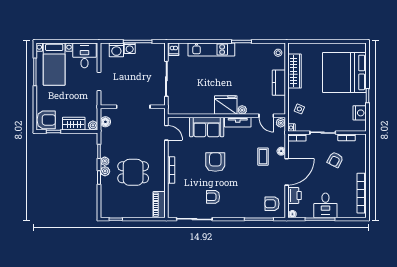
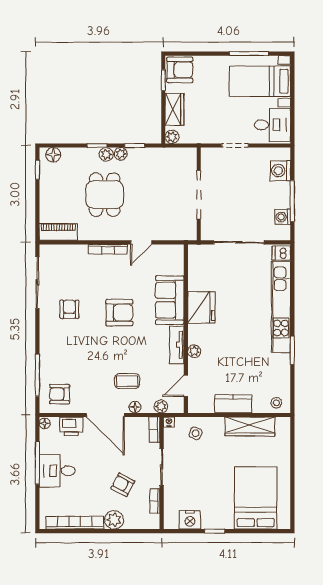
washing machine: (130, 48) -> (283, 217), moved
kitchen unit: (211, 50) -> (281, 307), width x1.36
bed: (344, 72) -> (256, 498), width x0.73
fridge: (226, 105) -> (201, 307), moved
armchair: (46, 120) -> (180, 70), turned -90
floor lamp: (105, 122) -> (53, 155), moved
plant: (281, 123) -> (161, 406), moved
door: (166, 133) -> (141, 242), moved
plant: (360, 166) -> (114, 520), added
armchair: (272, 204) -> (60, 394), turned -90

